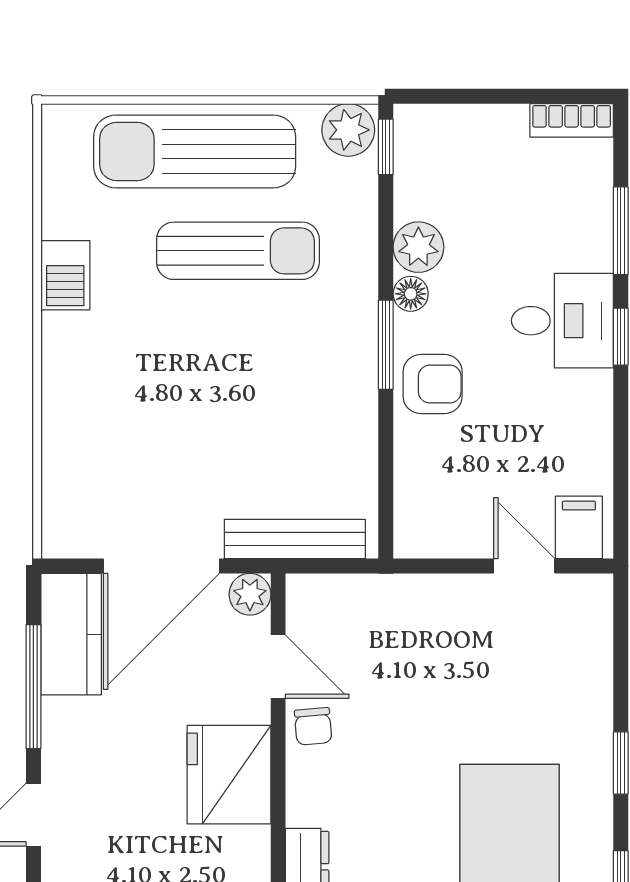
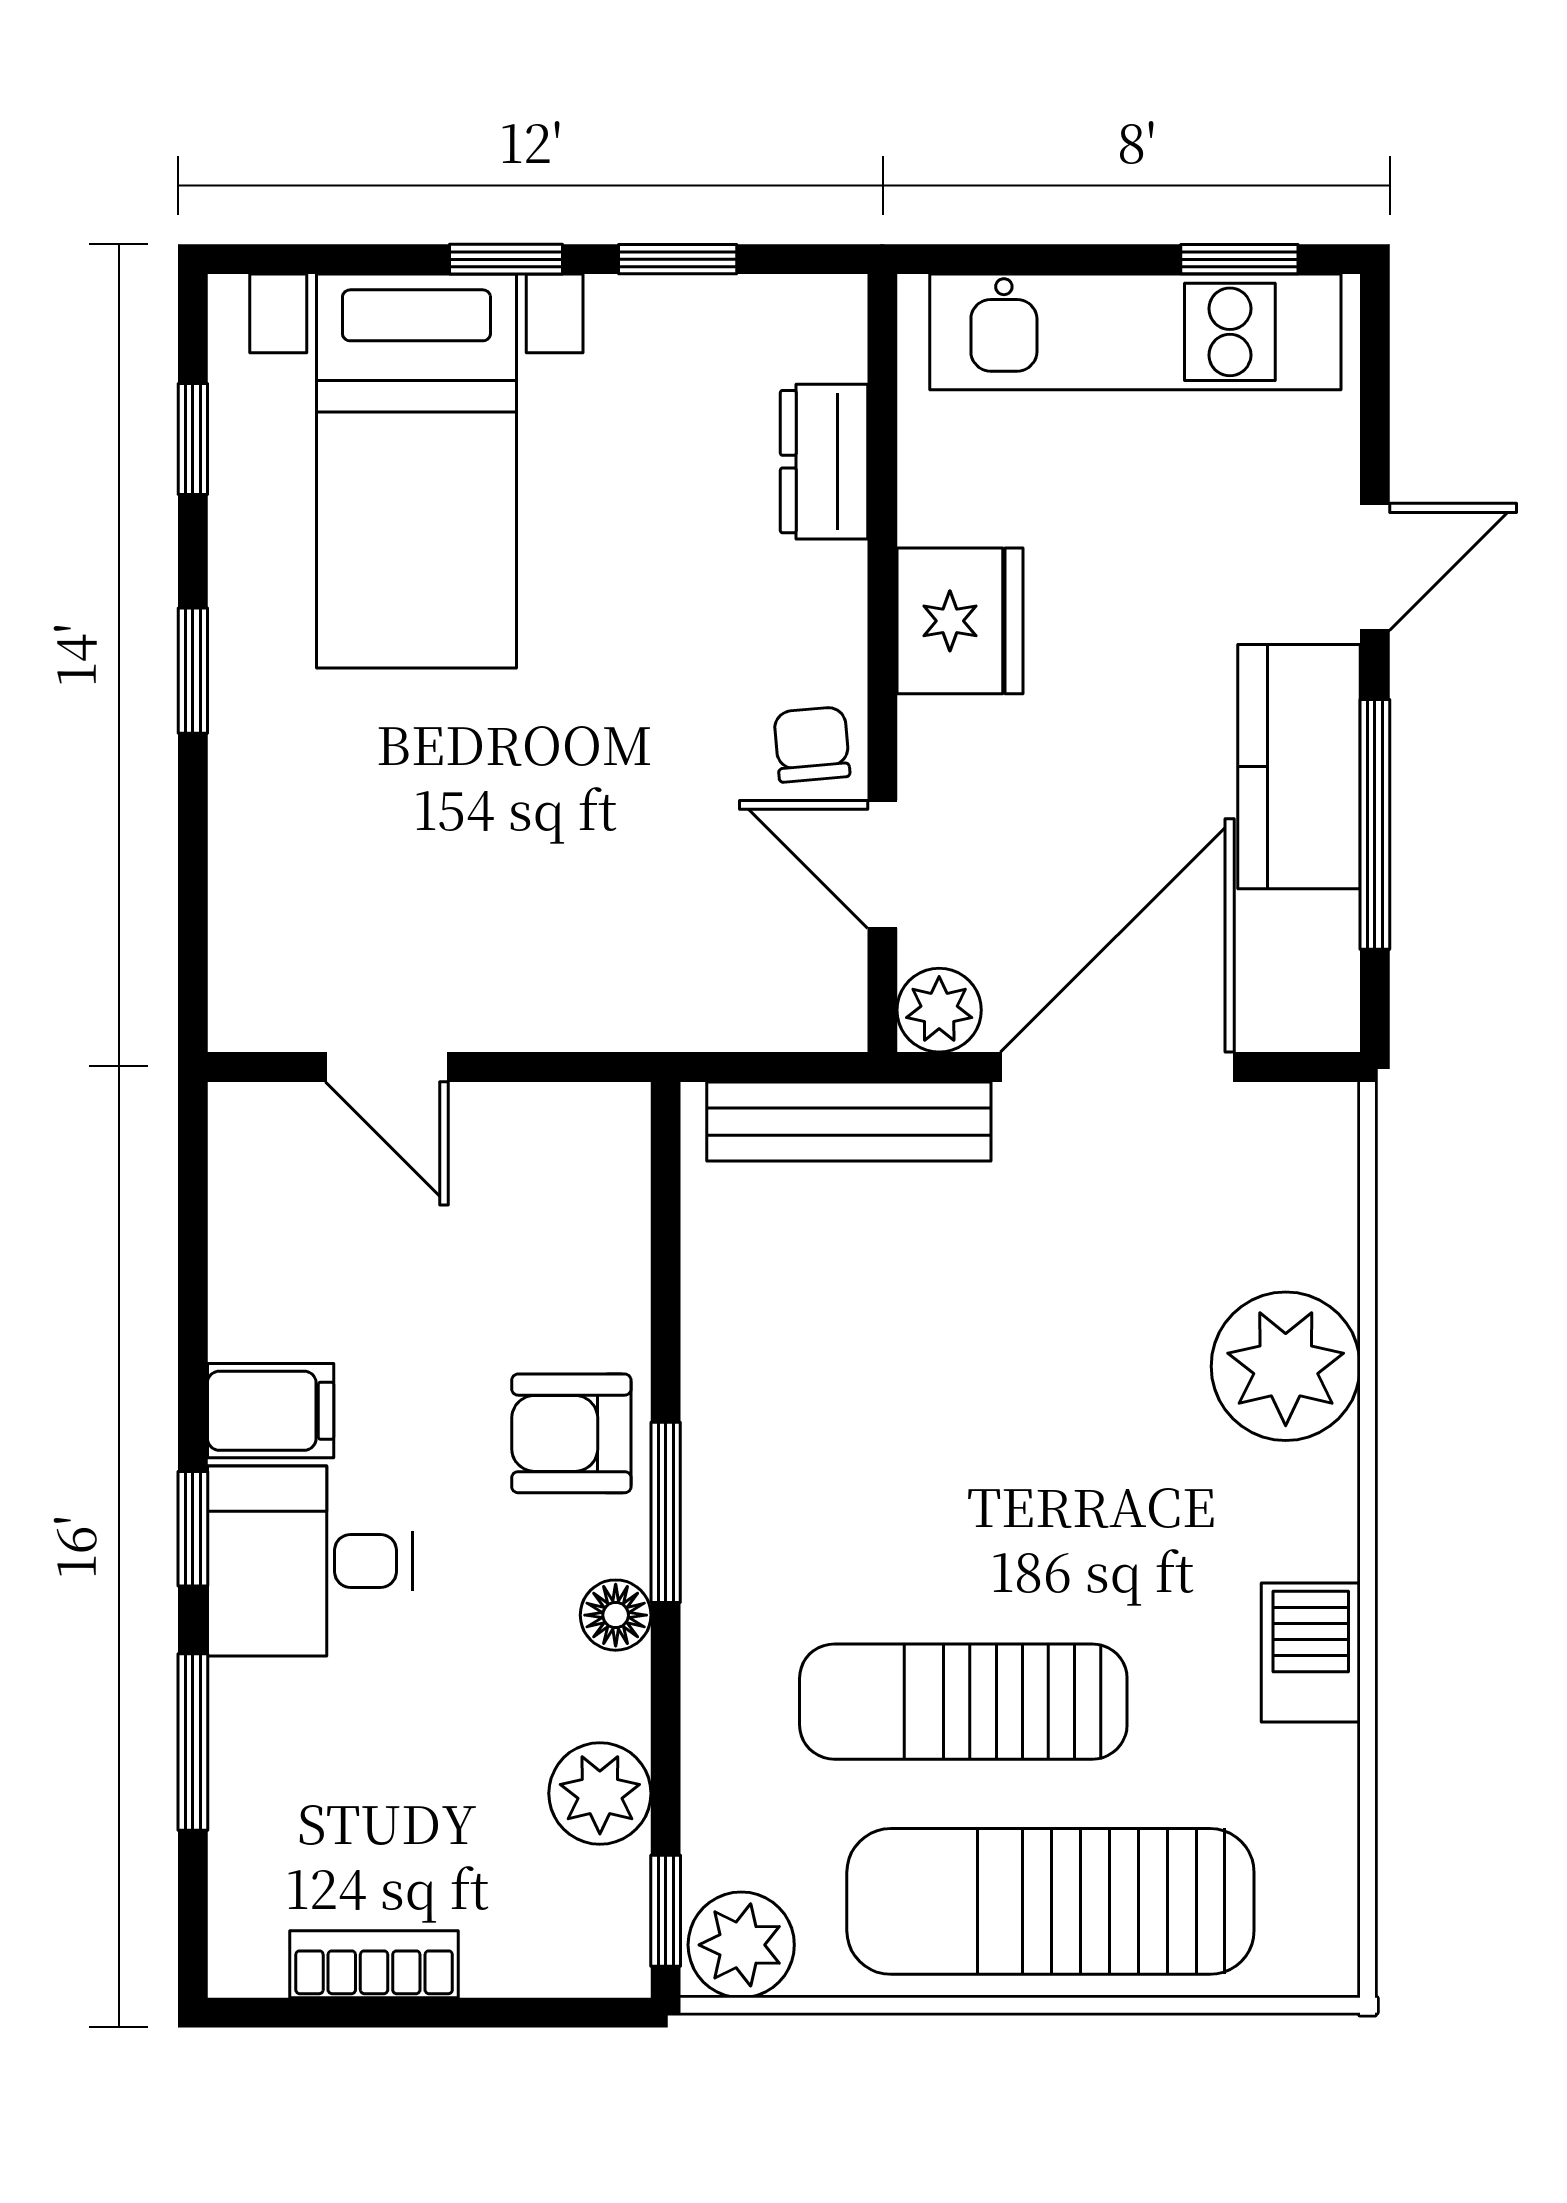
bookcase: (572, 120) -> (374, 1964), moved
sun lounger: (195, 151) -> (1050, 1901), turned 180
plant: (418, 247) -> (600, 1793), moved
plant: (78, 417) -> (1286, 1366), added
filing cabinet: (579, 527) -> (271, 1411), moved, turned -90
kitchen counter: (71, 634) -> (1299, 767), moved
fridge: (229, 775) -> (960, 621), width x0.73, depth x0.75

